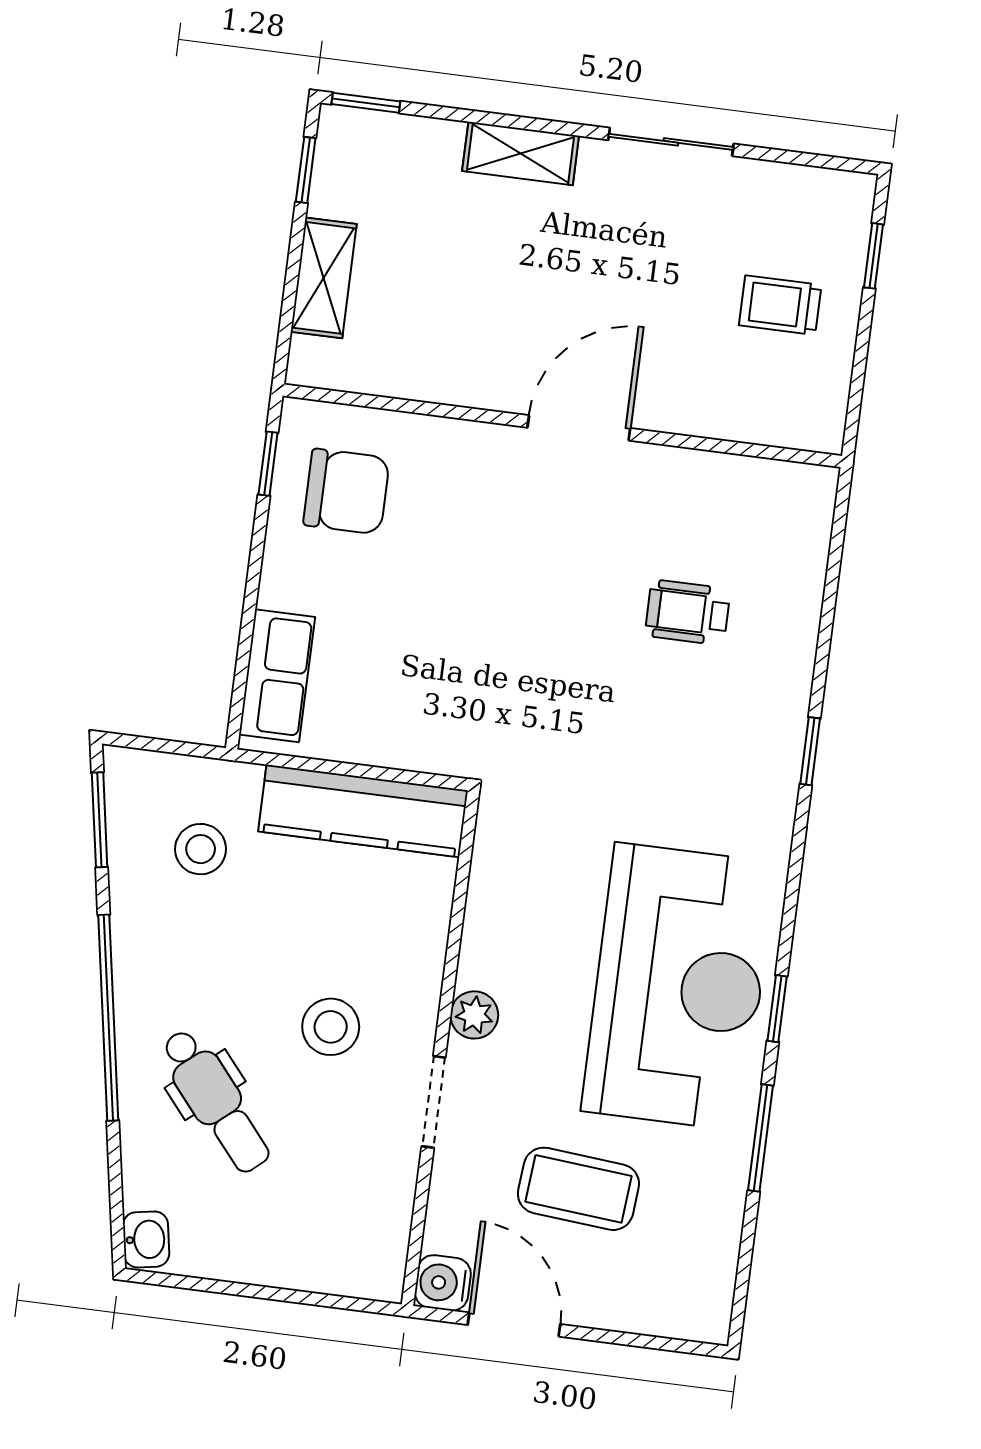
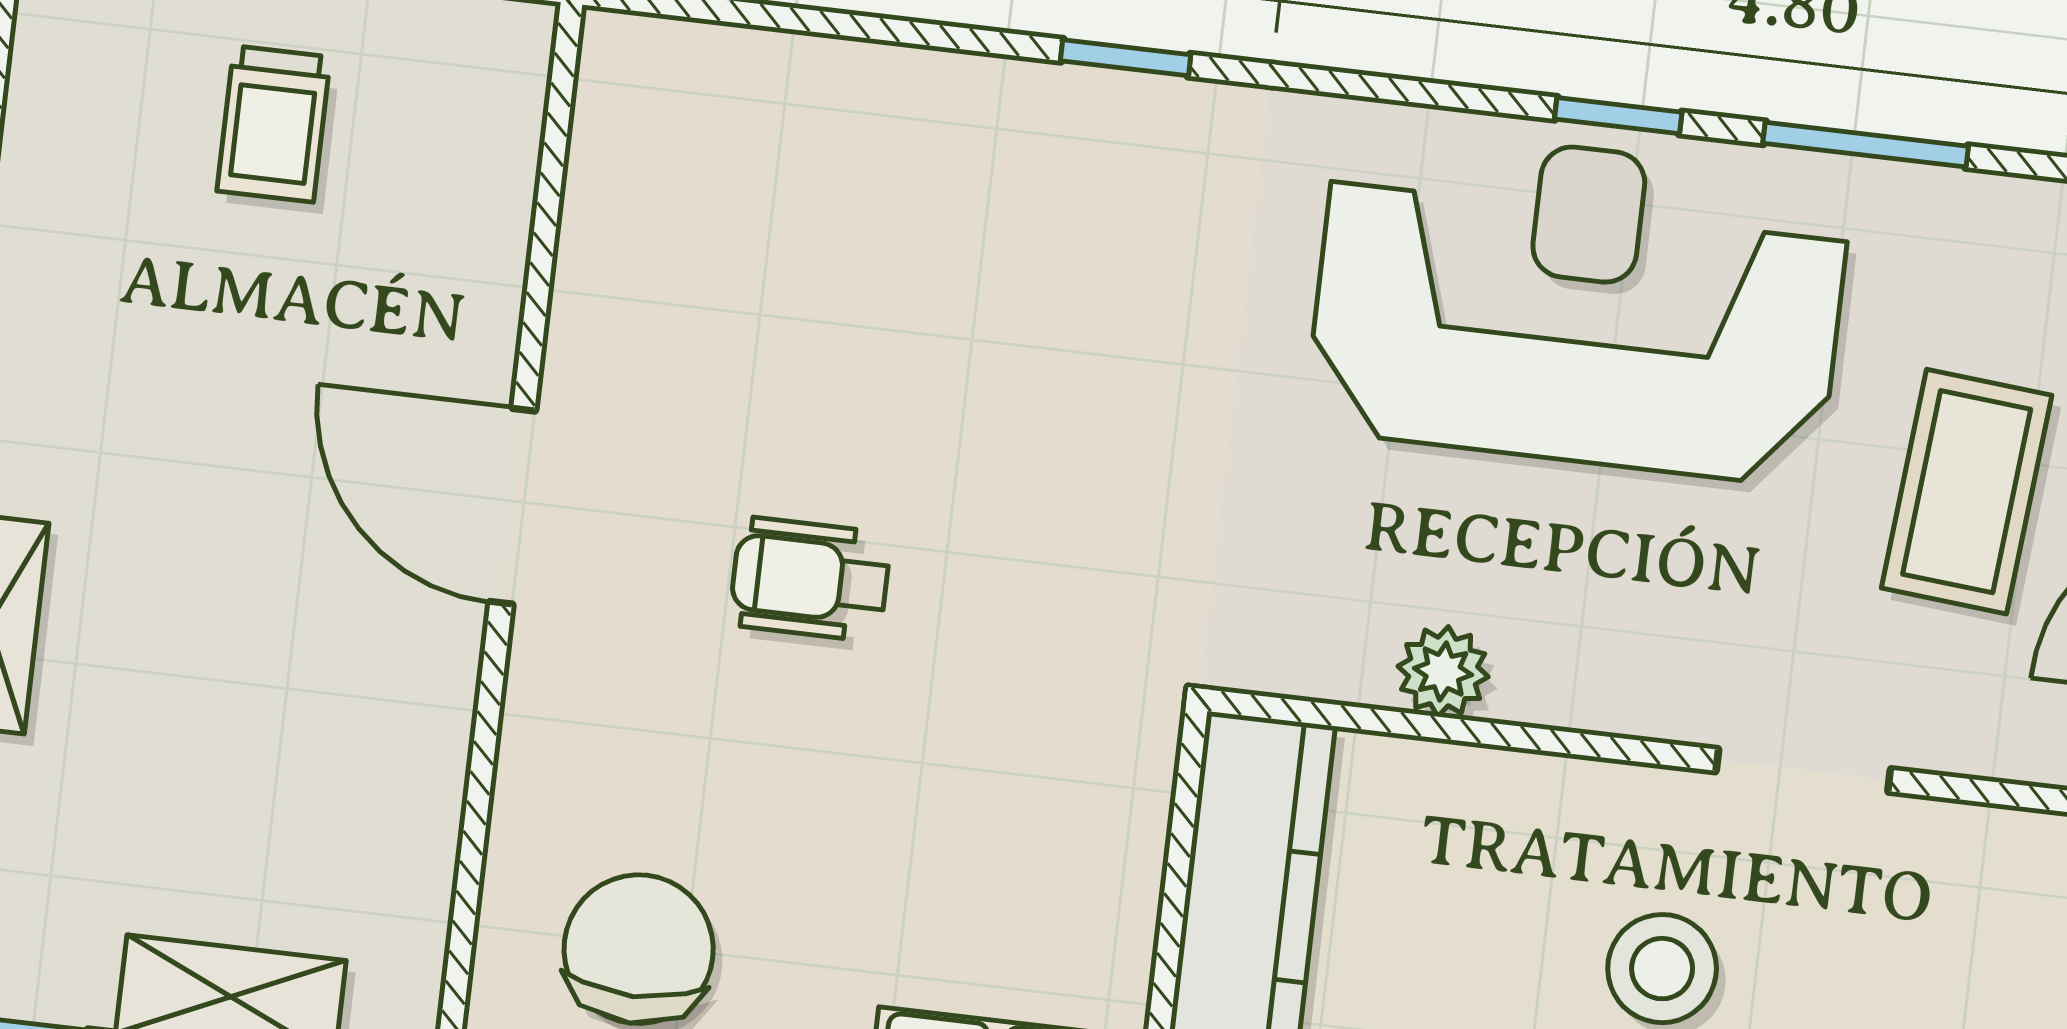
wheelchair: (688, 612) -> (810, 579), moved, turned 90
plant: (474, 1015) -> (1443, 672), moved

